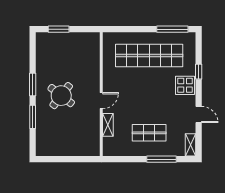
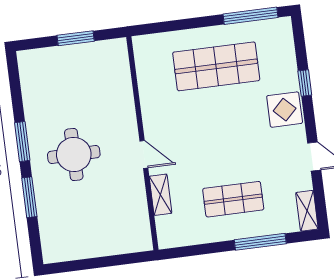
window: (59, 29) -> (76, 38), moved
shop shelf: (149, 56) -> (216, 66), width x0.71
round table: (61, 96) -> (74, 155), turned -38
door: (101, 101) -> (144, 154), hinge flipped

